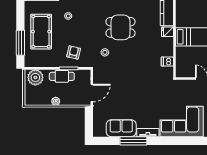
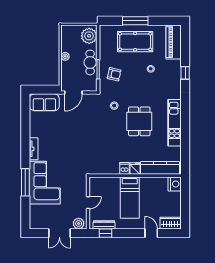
window: (20, 43) -> (135, 21), moved
dishwasher: (167, 62) -> (125, 168), moved
door: (92, 93) -> (73, 92), hinge flipped
sofa: (121, 128) -> (44, 102), moved, turned 90
window: (133, 141) -> (25, 182), moved

